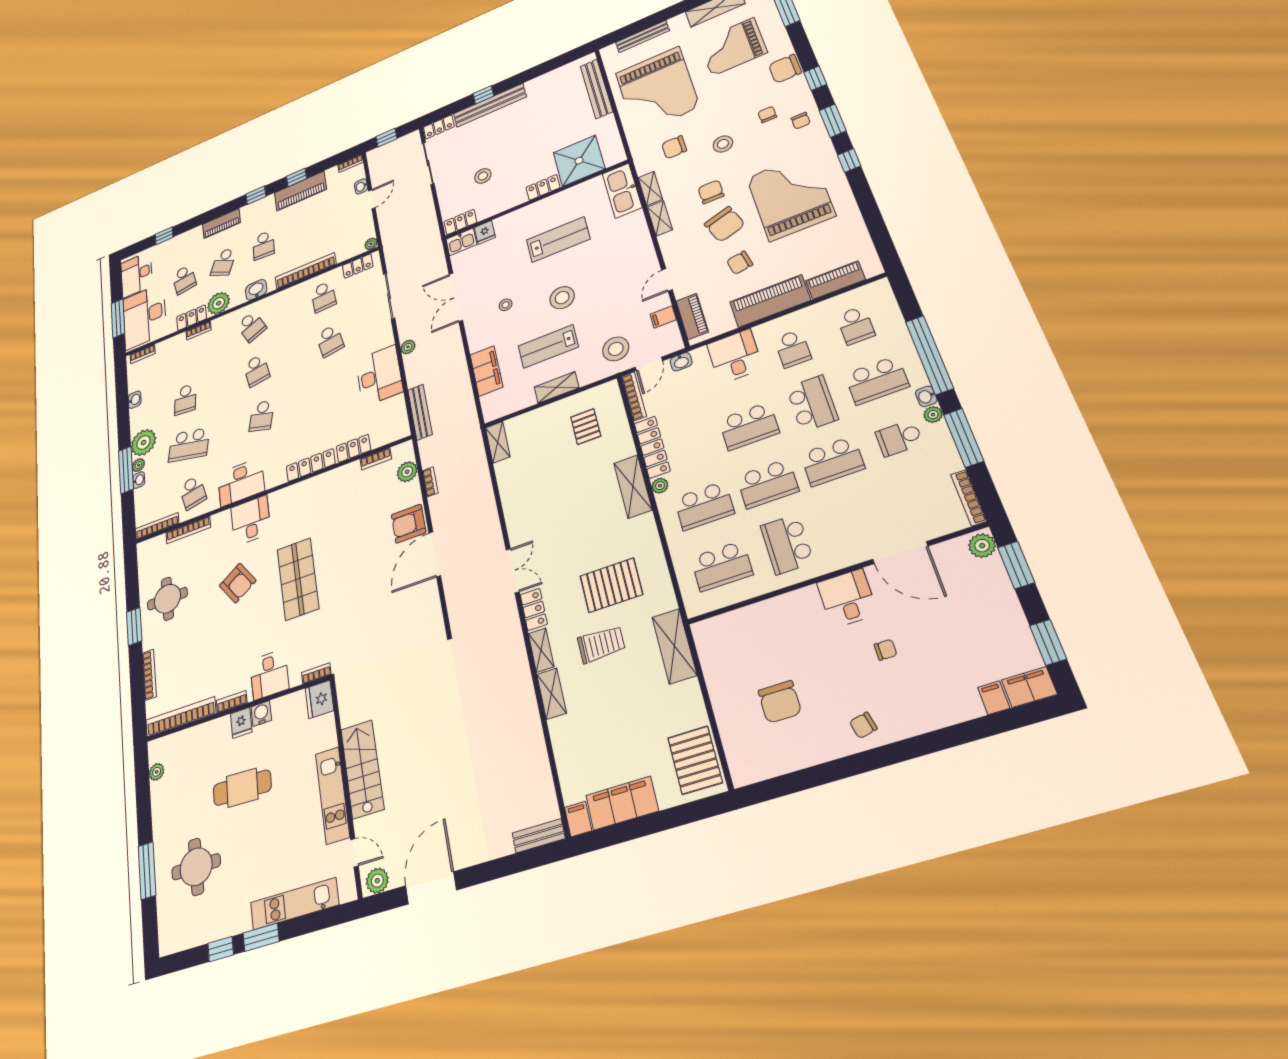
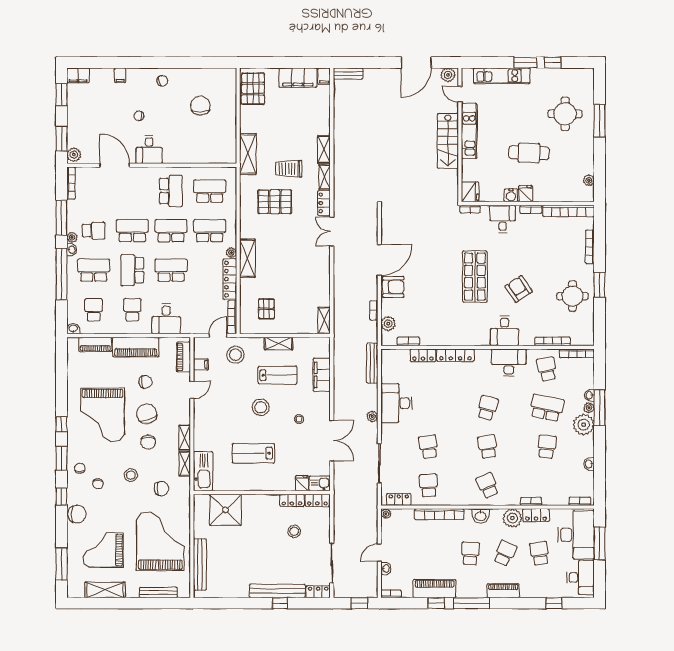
grand piano: (733, 47) -> (103, 550), turned 180
locker: (543, 187) -> (292, 500), moved
window: (256, 195) -> (472, 603), width x2.17
washbasin: (681, 362) -> (73, 329), moved
filing cabinet: (994, 698) -> (120, 75), moved

